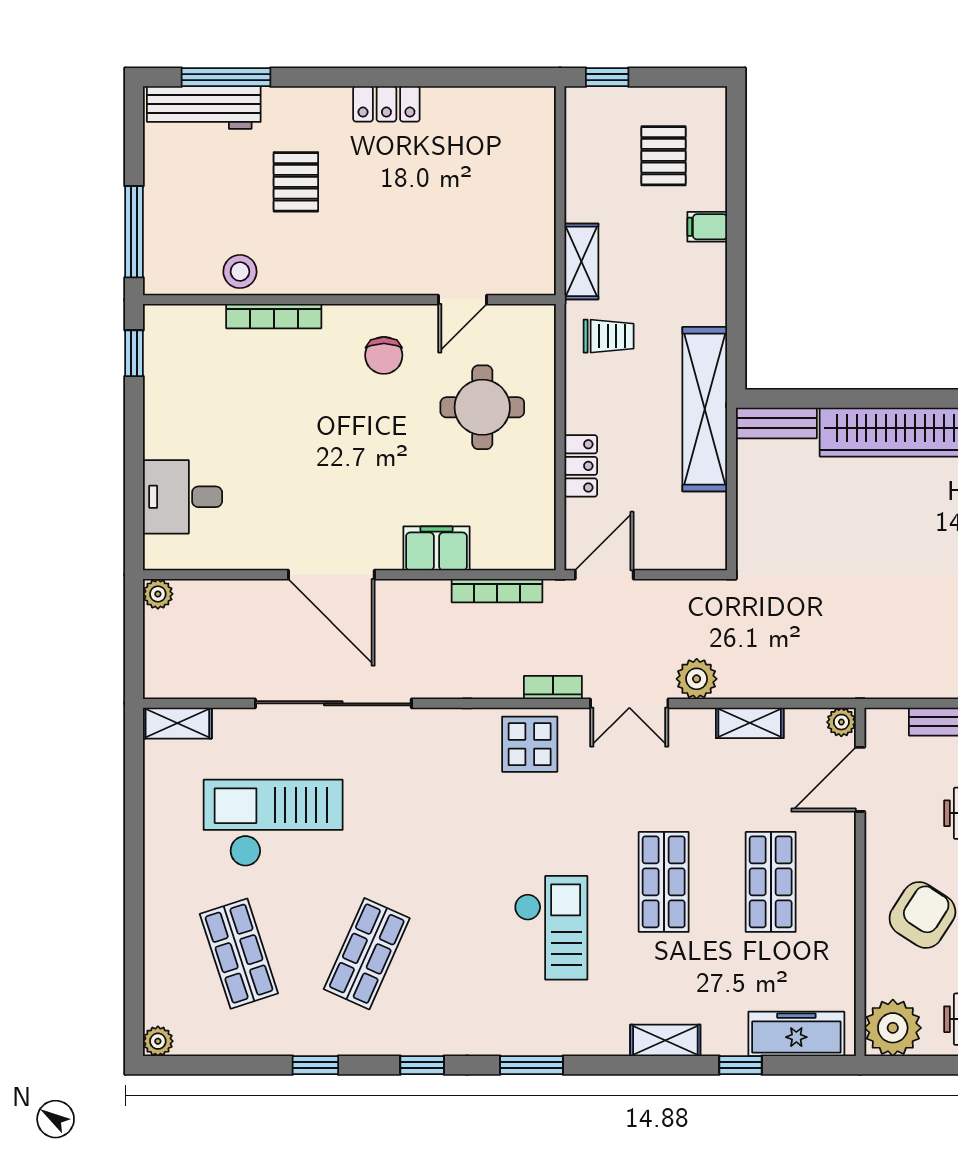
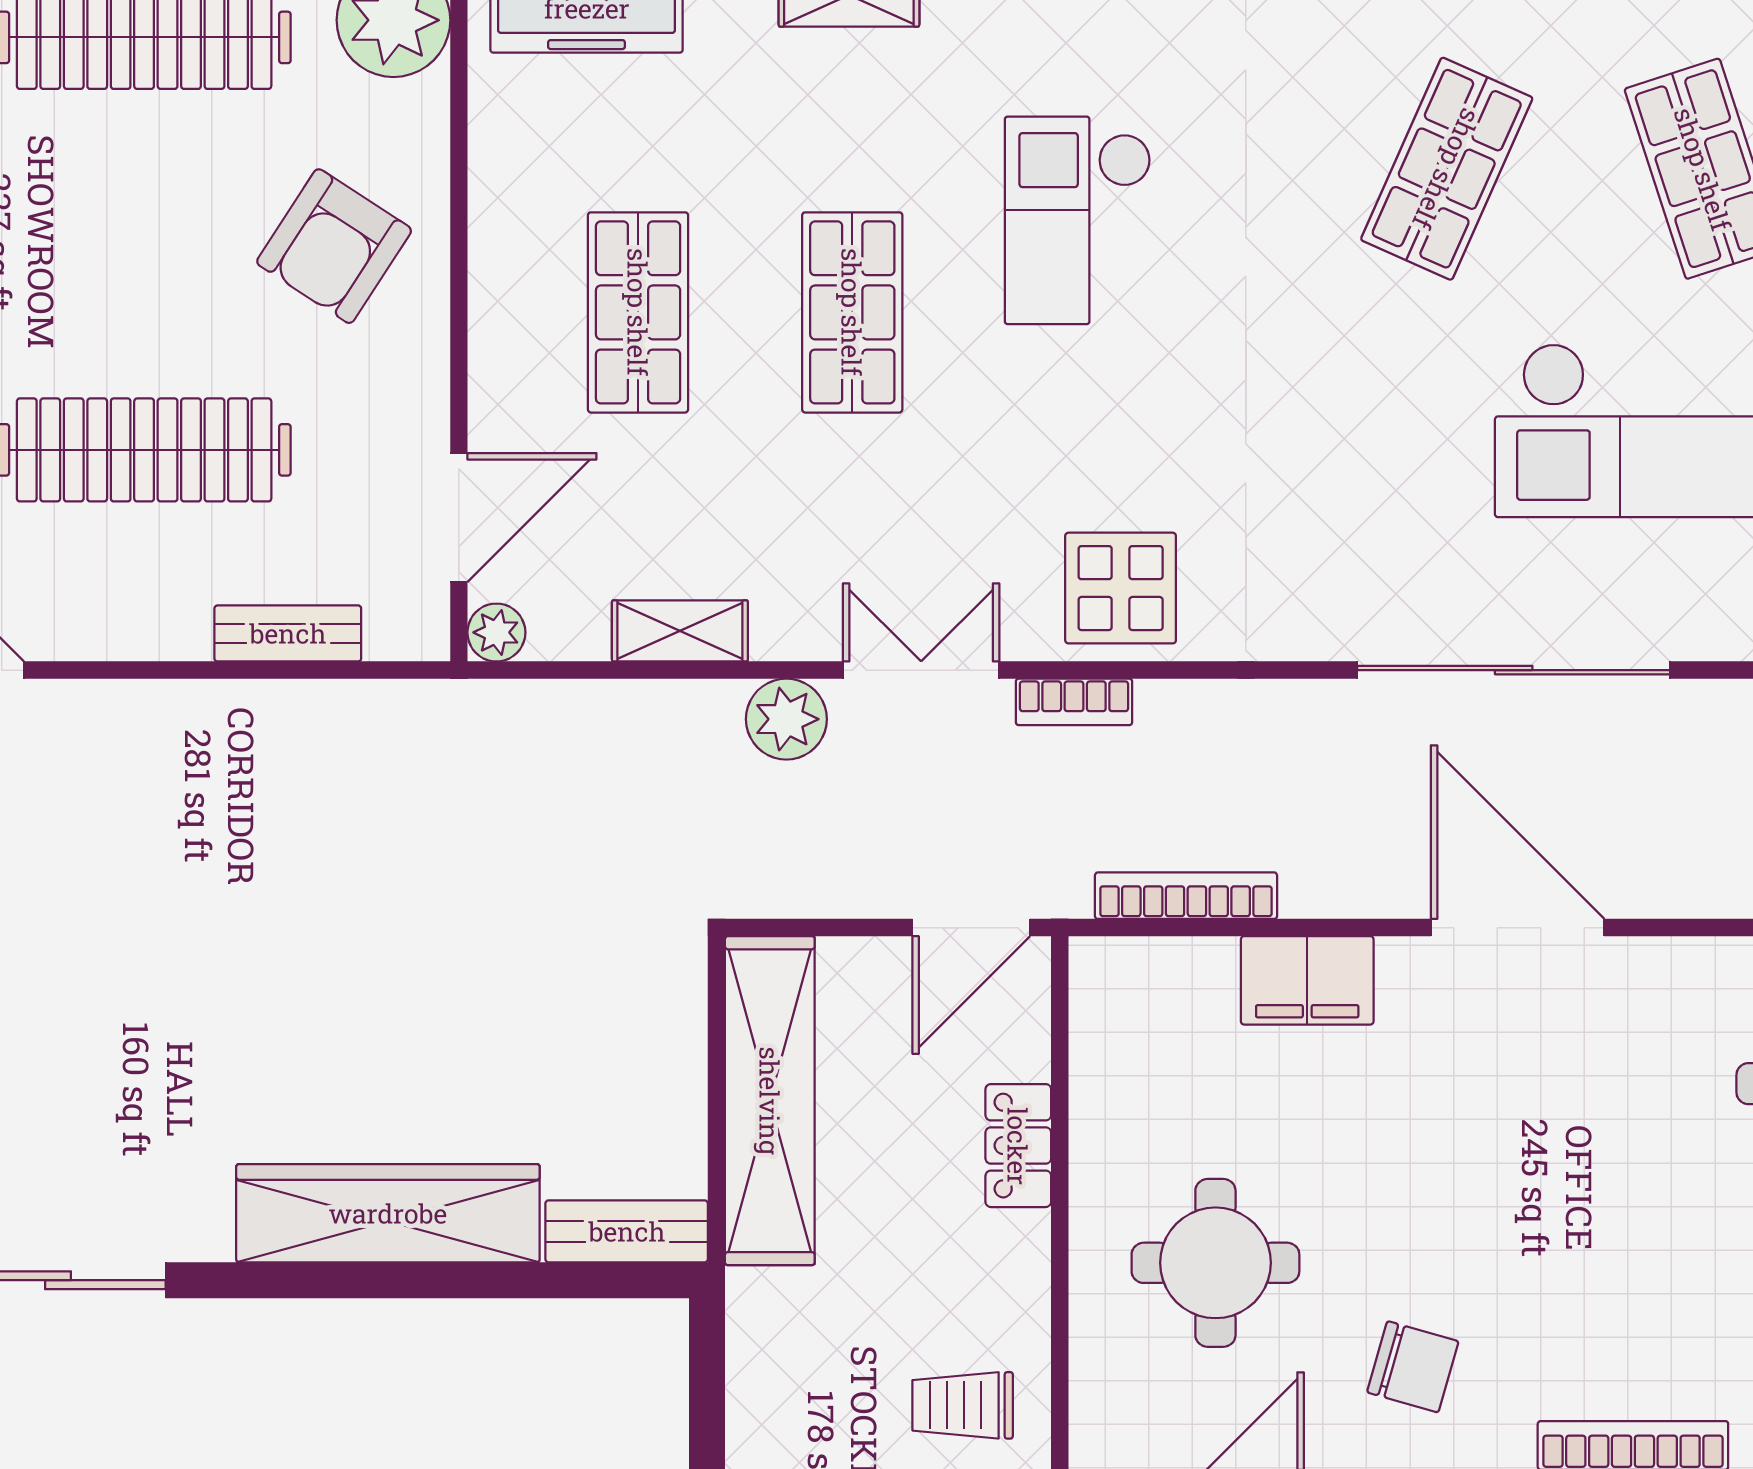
chair: (384, 355) -> (1413, 1367), turned 106
shelving: (705, 409) -> (770, 1101), moved

